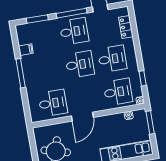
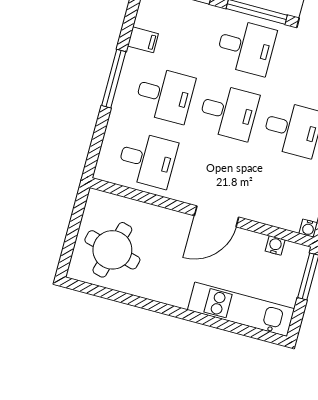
desk: (118, 92) -> (165, 95), moved
door: (82, 117) -> (217, 216), moved

